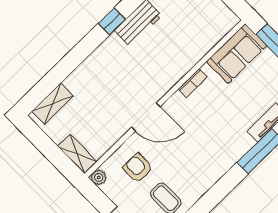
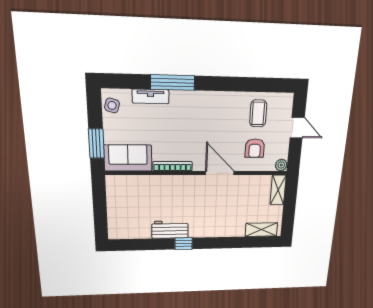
bookcase: (193, 83) -> (173, 166), width x1.56

